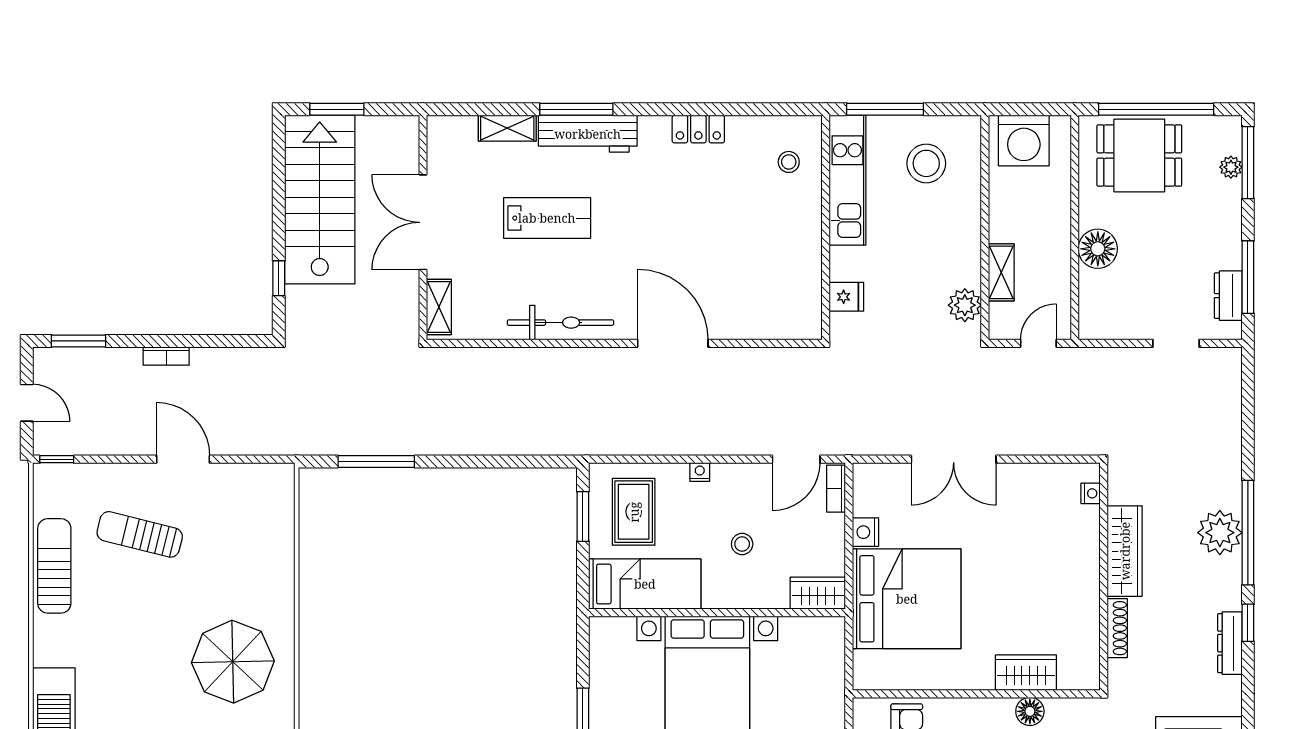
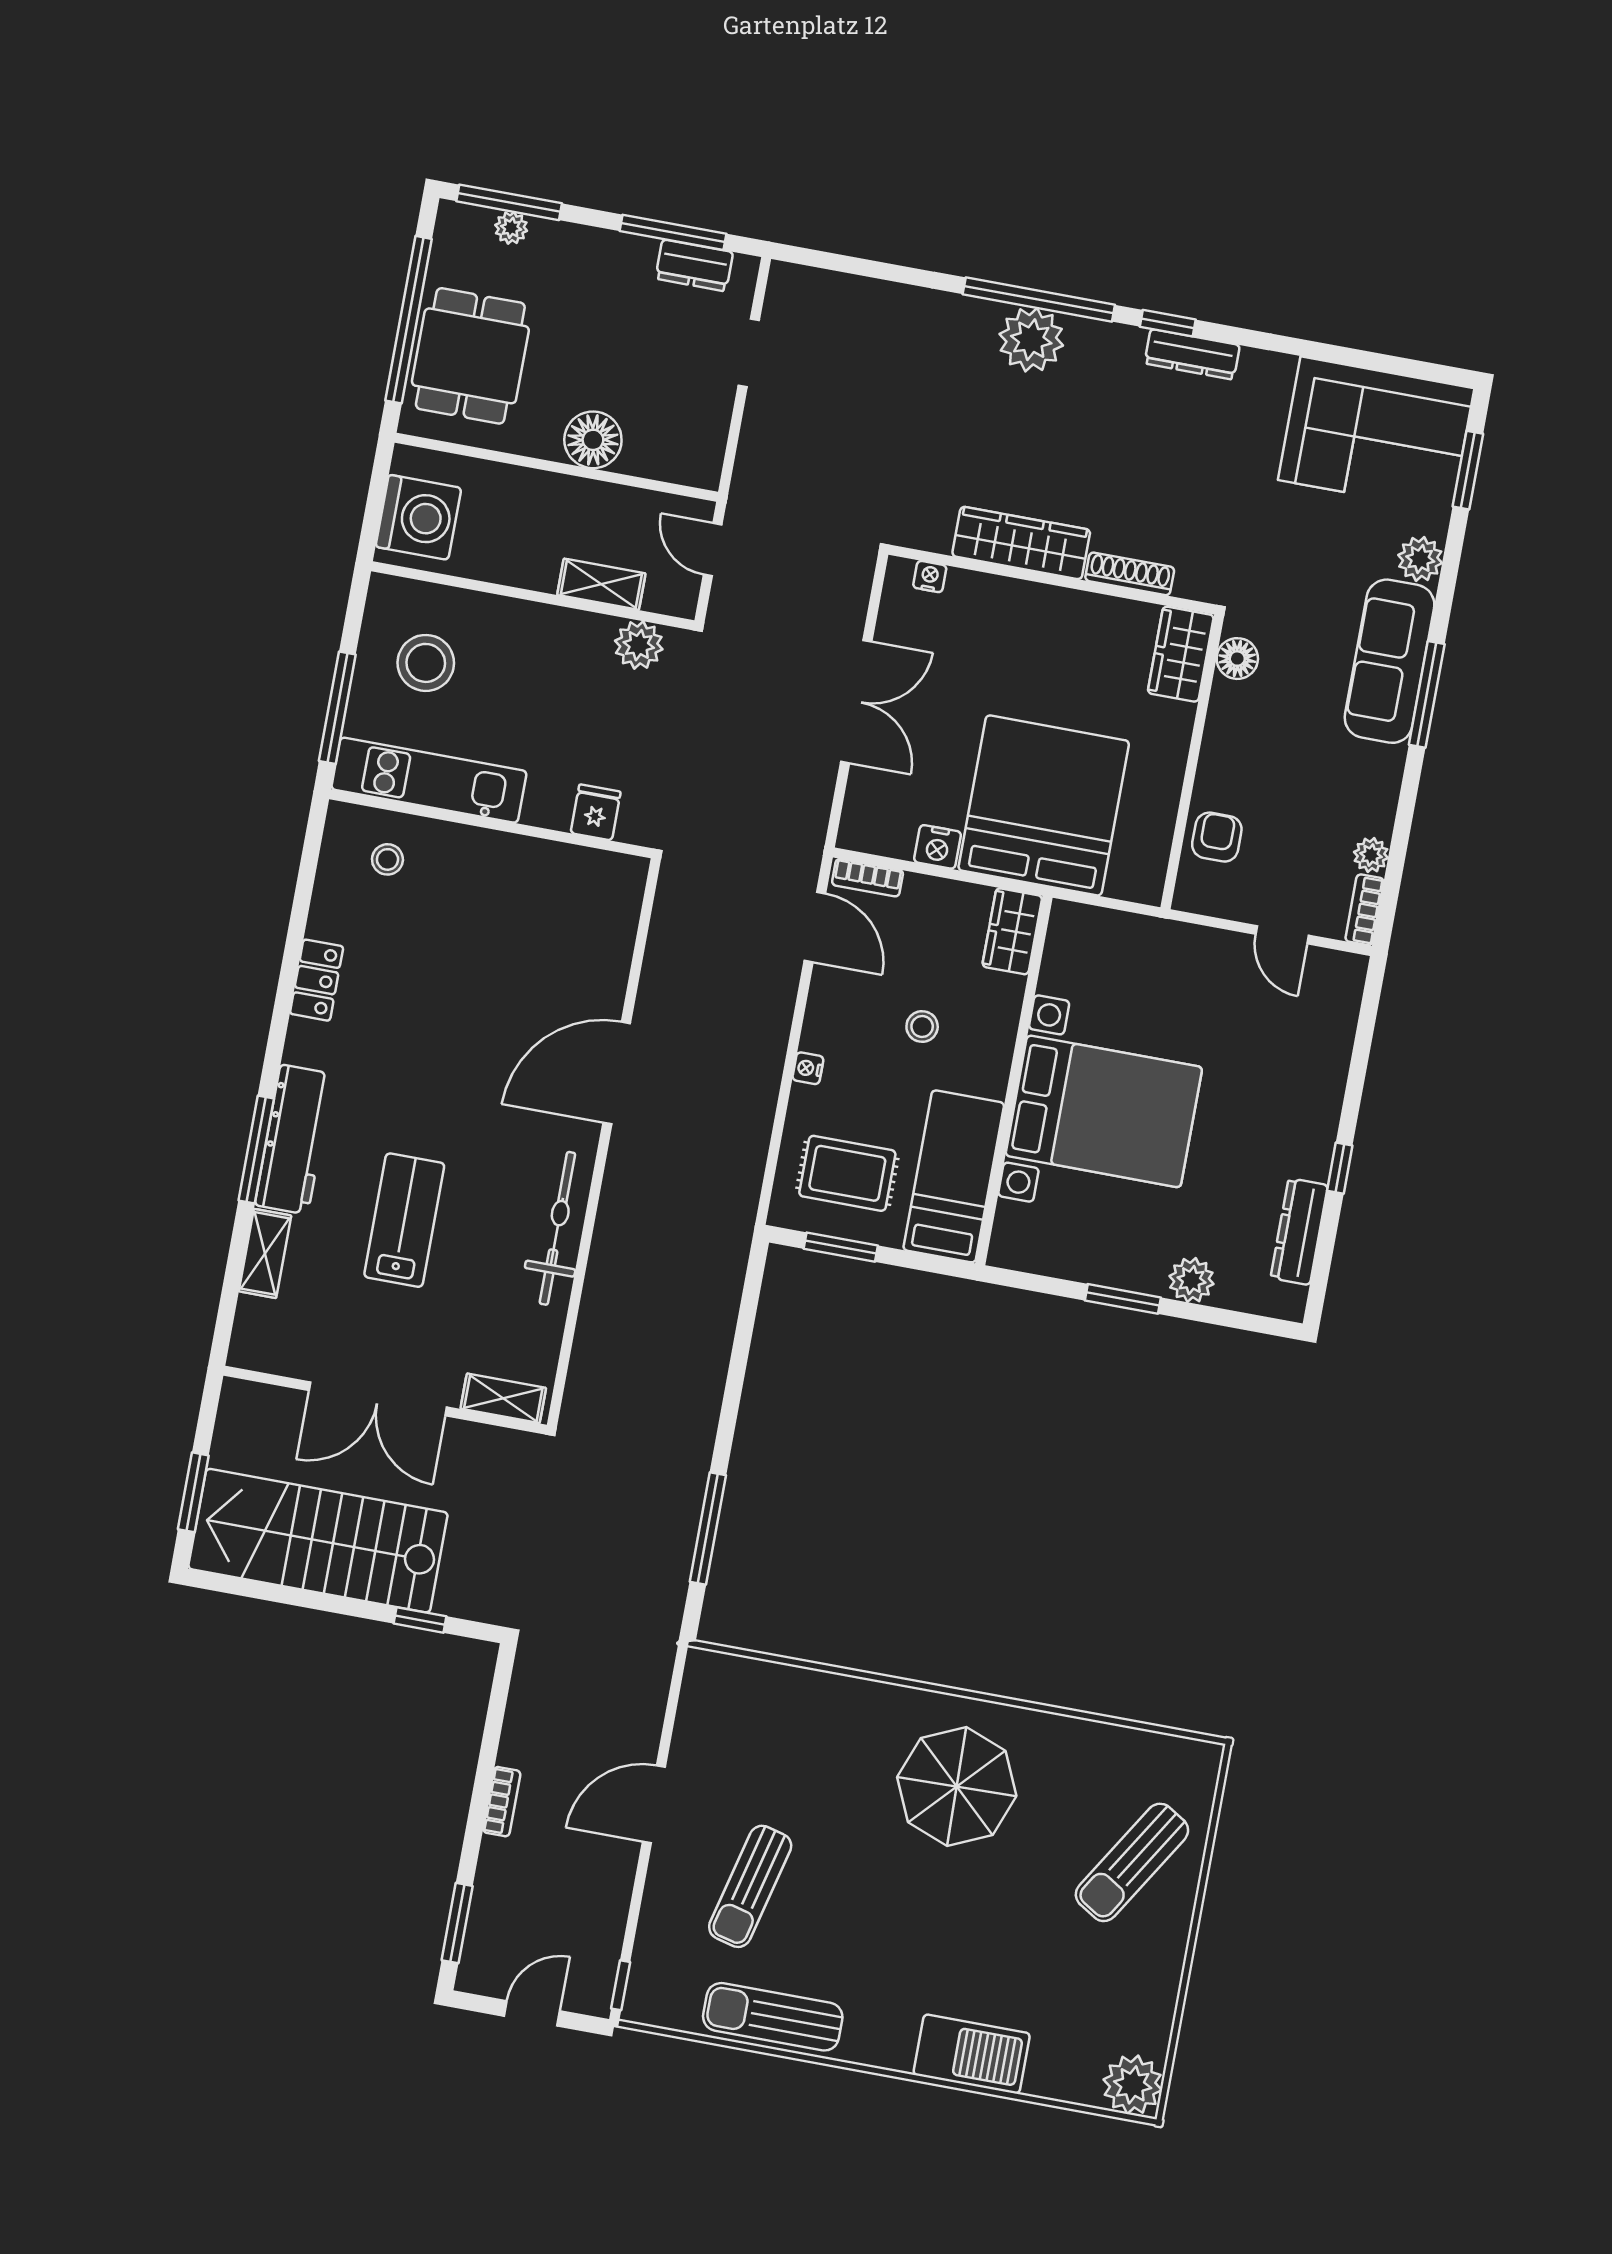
nightstand: (1091, 493) -> (930, 577), moved
wardrobe: (1125, 551) -> (1021, 543), moved
wall: (1104, 576) -> (1052, 580), moved
shoe rack: (1117, 628) -> (1130, 574), moved

